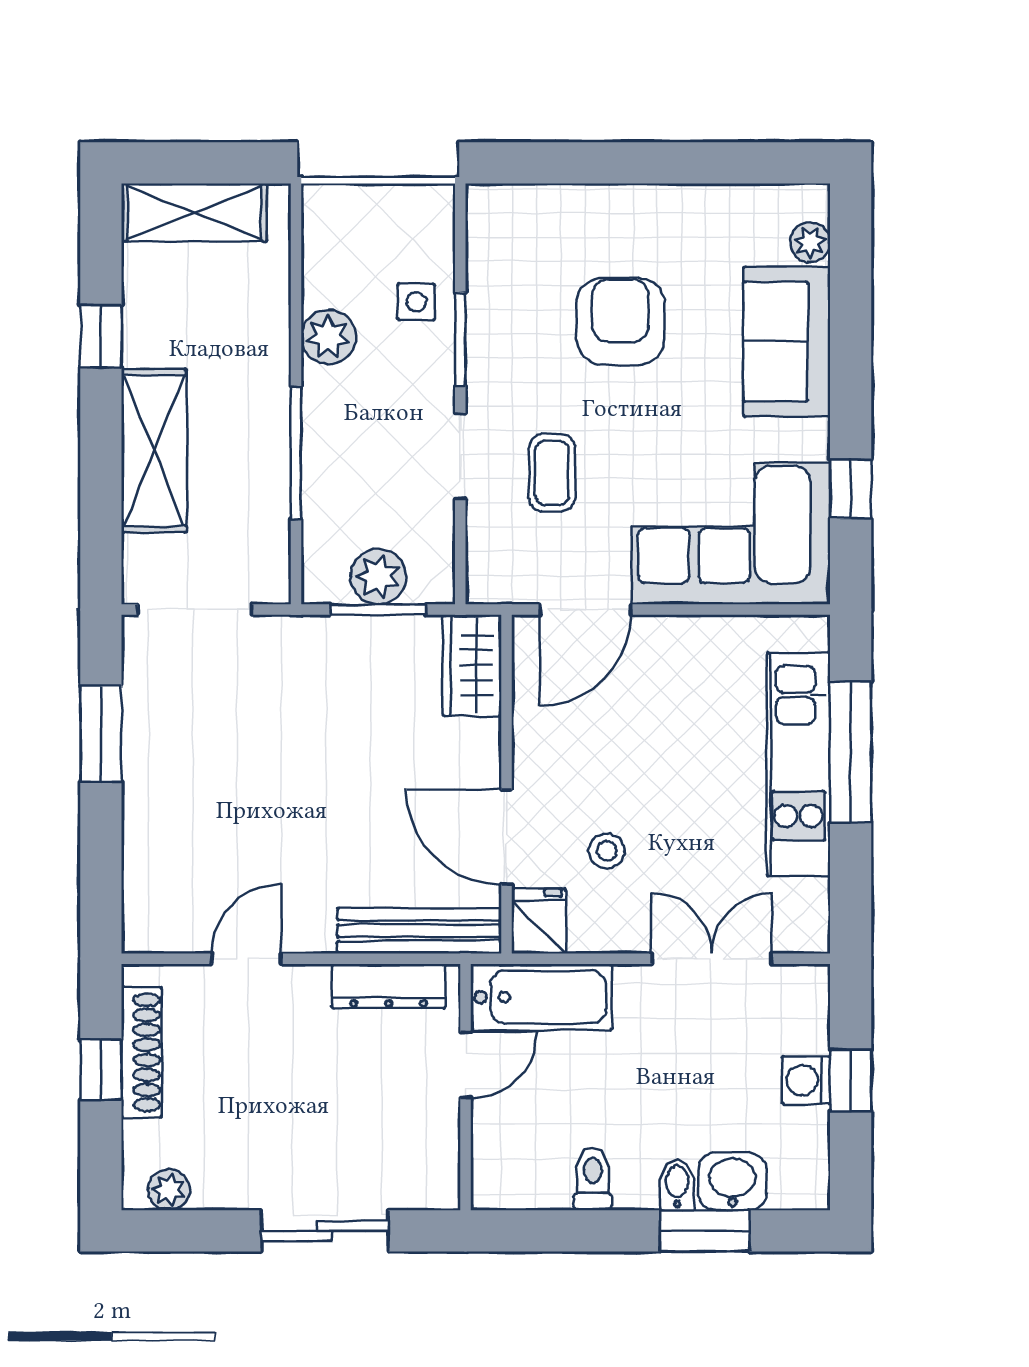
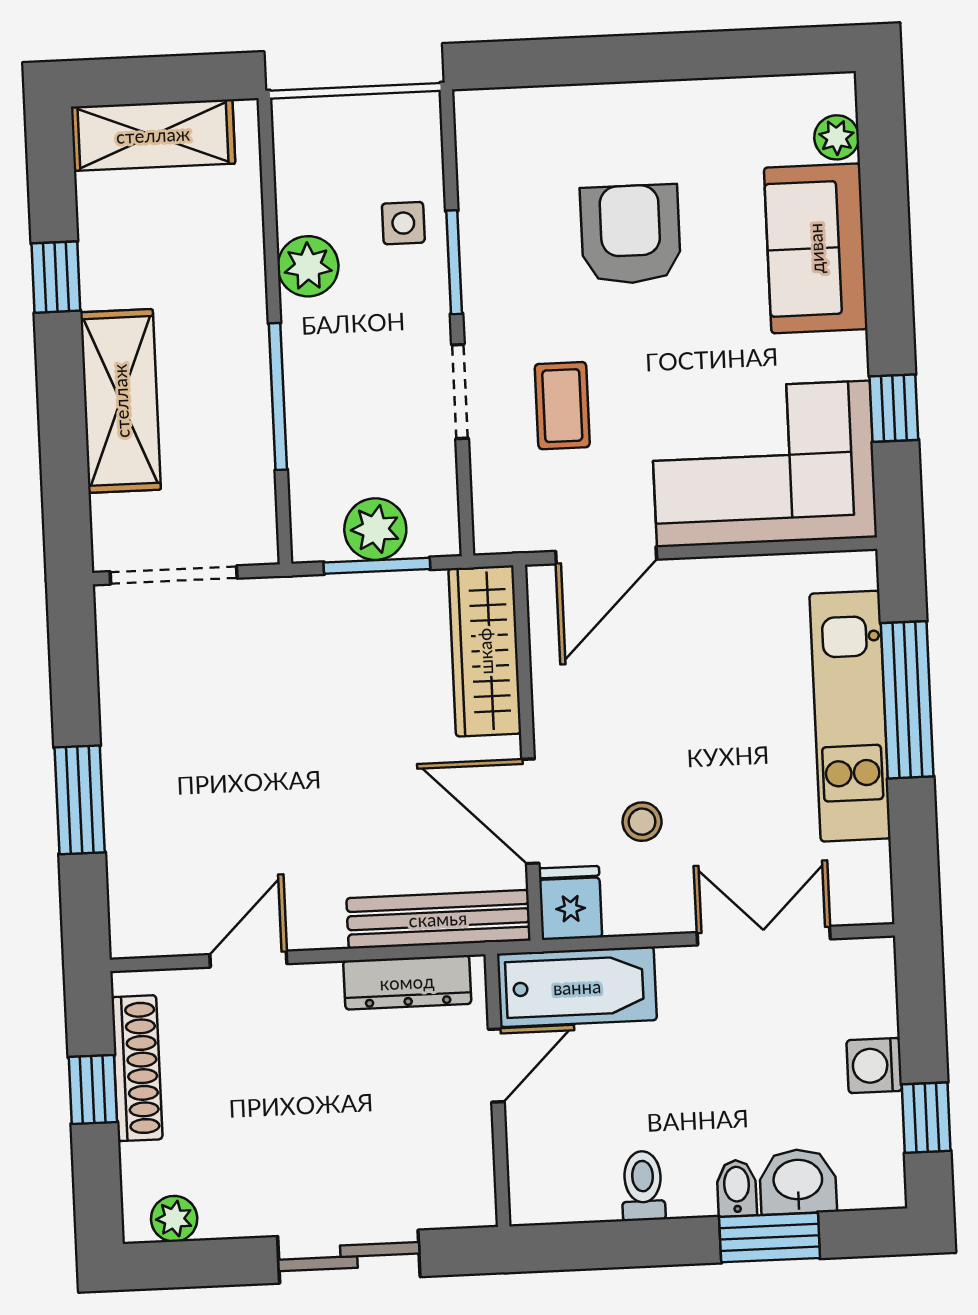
wardrobe: (472, 665) -> (485, 651), width x1.50
window: (101, 734) -> (80, 800), moved
window: (851, 1080) -> (926, 1118), moved

